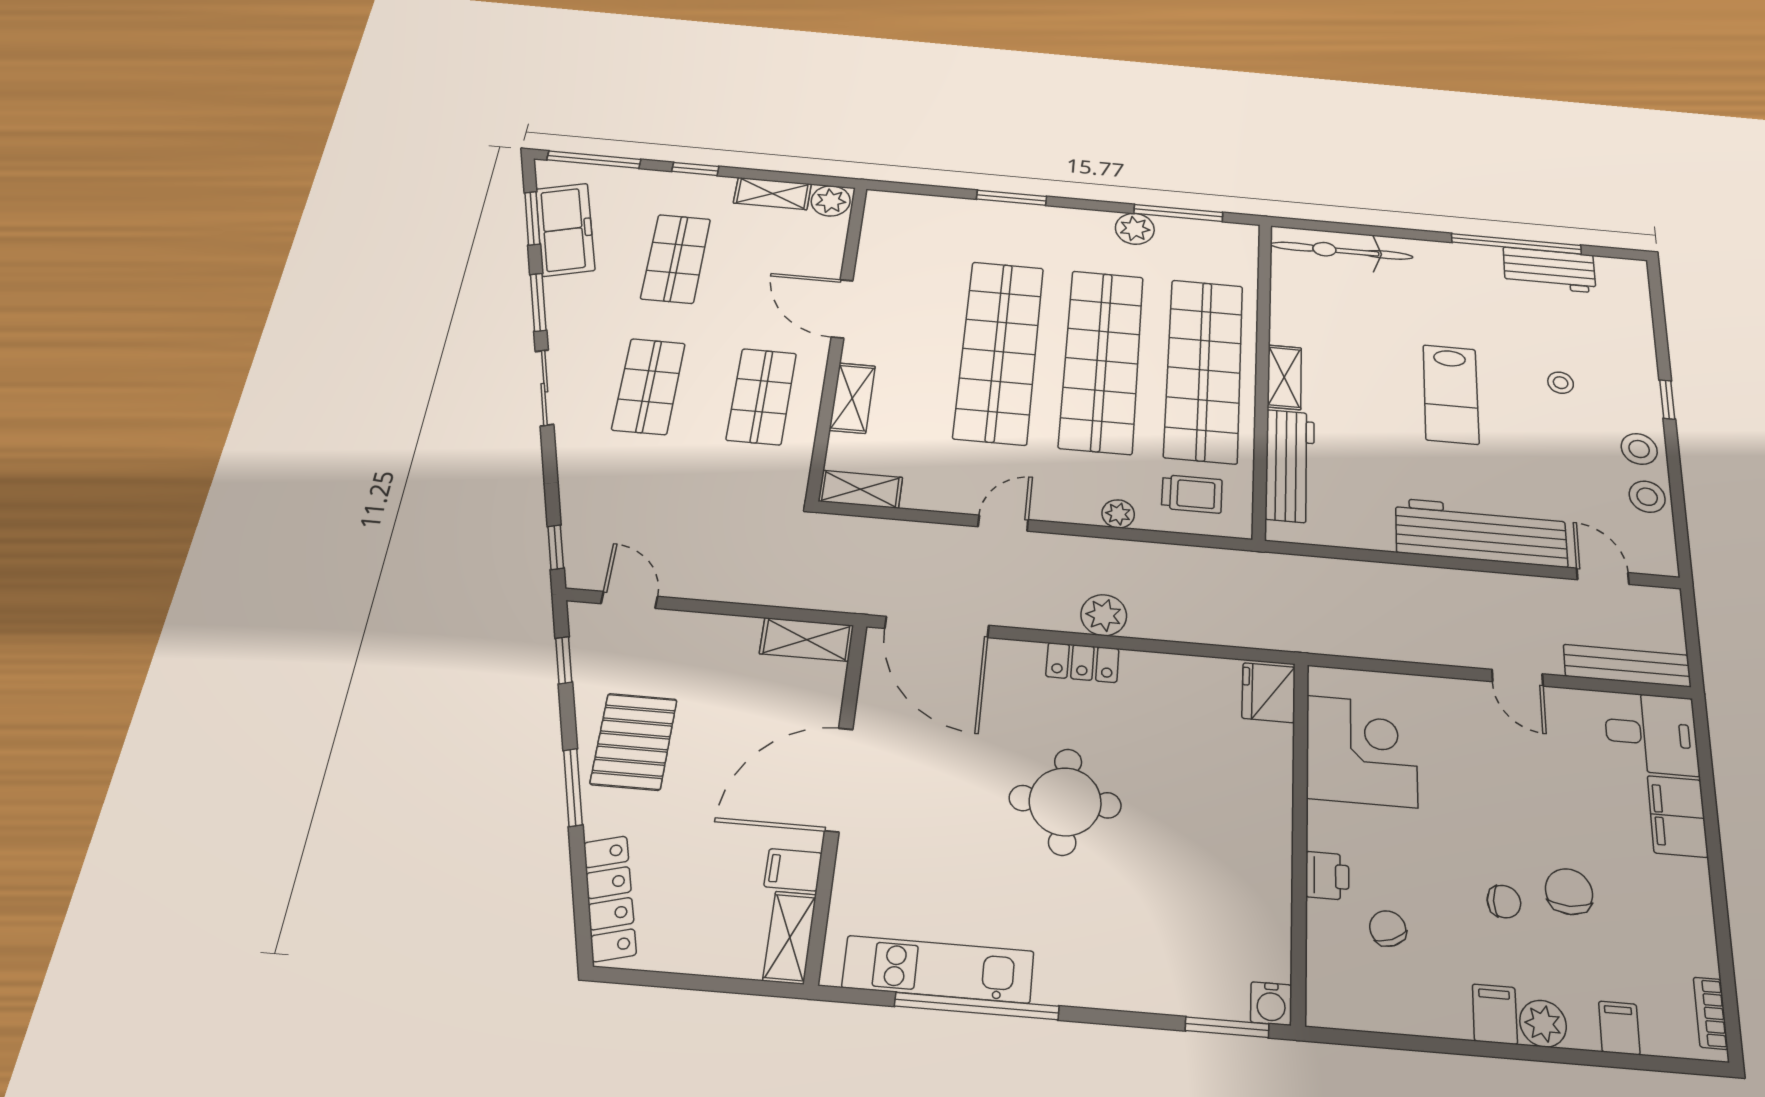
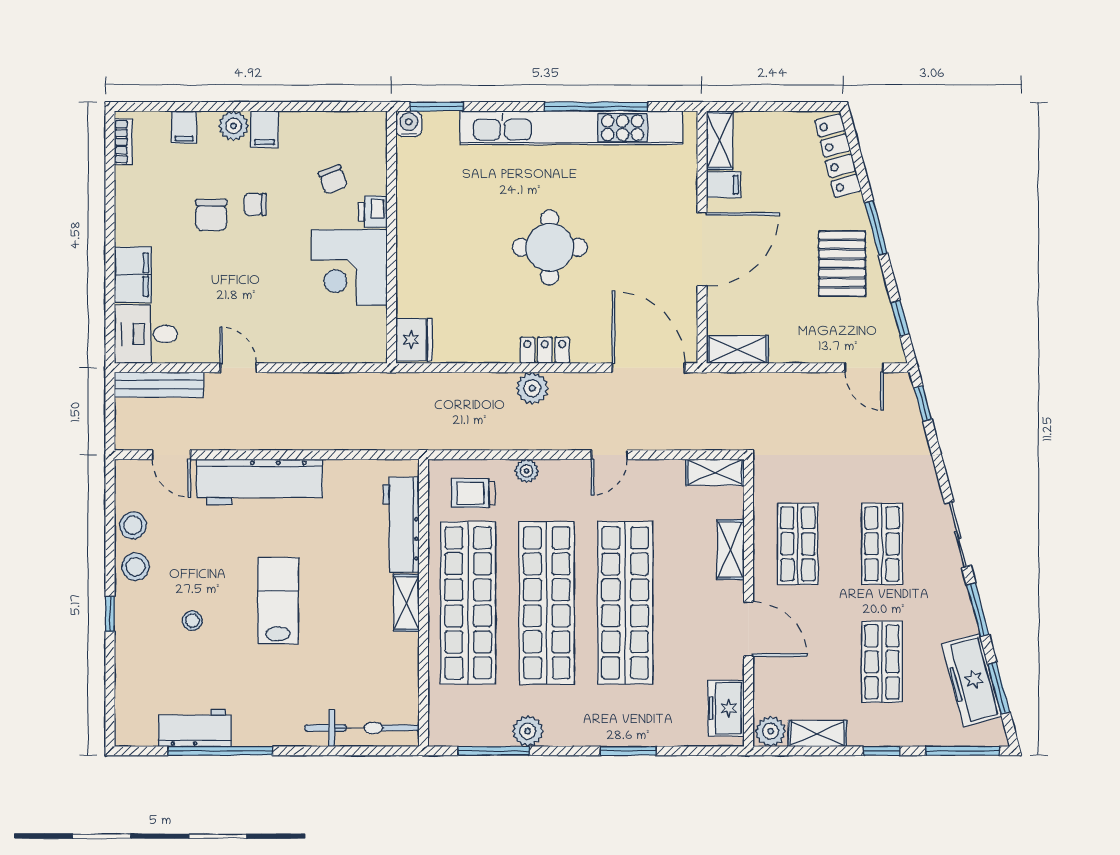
freezer: (883, 229) -> (726, 708), added
corner desk: (1362, 751) -> (349, 268), moved
kitchen unit: (938, 969) -> (571, 128), width x1.86

